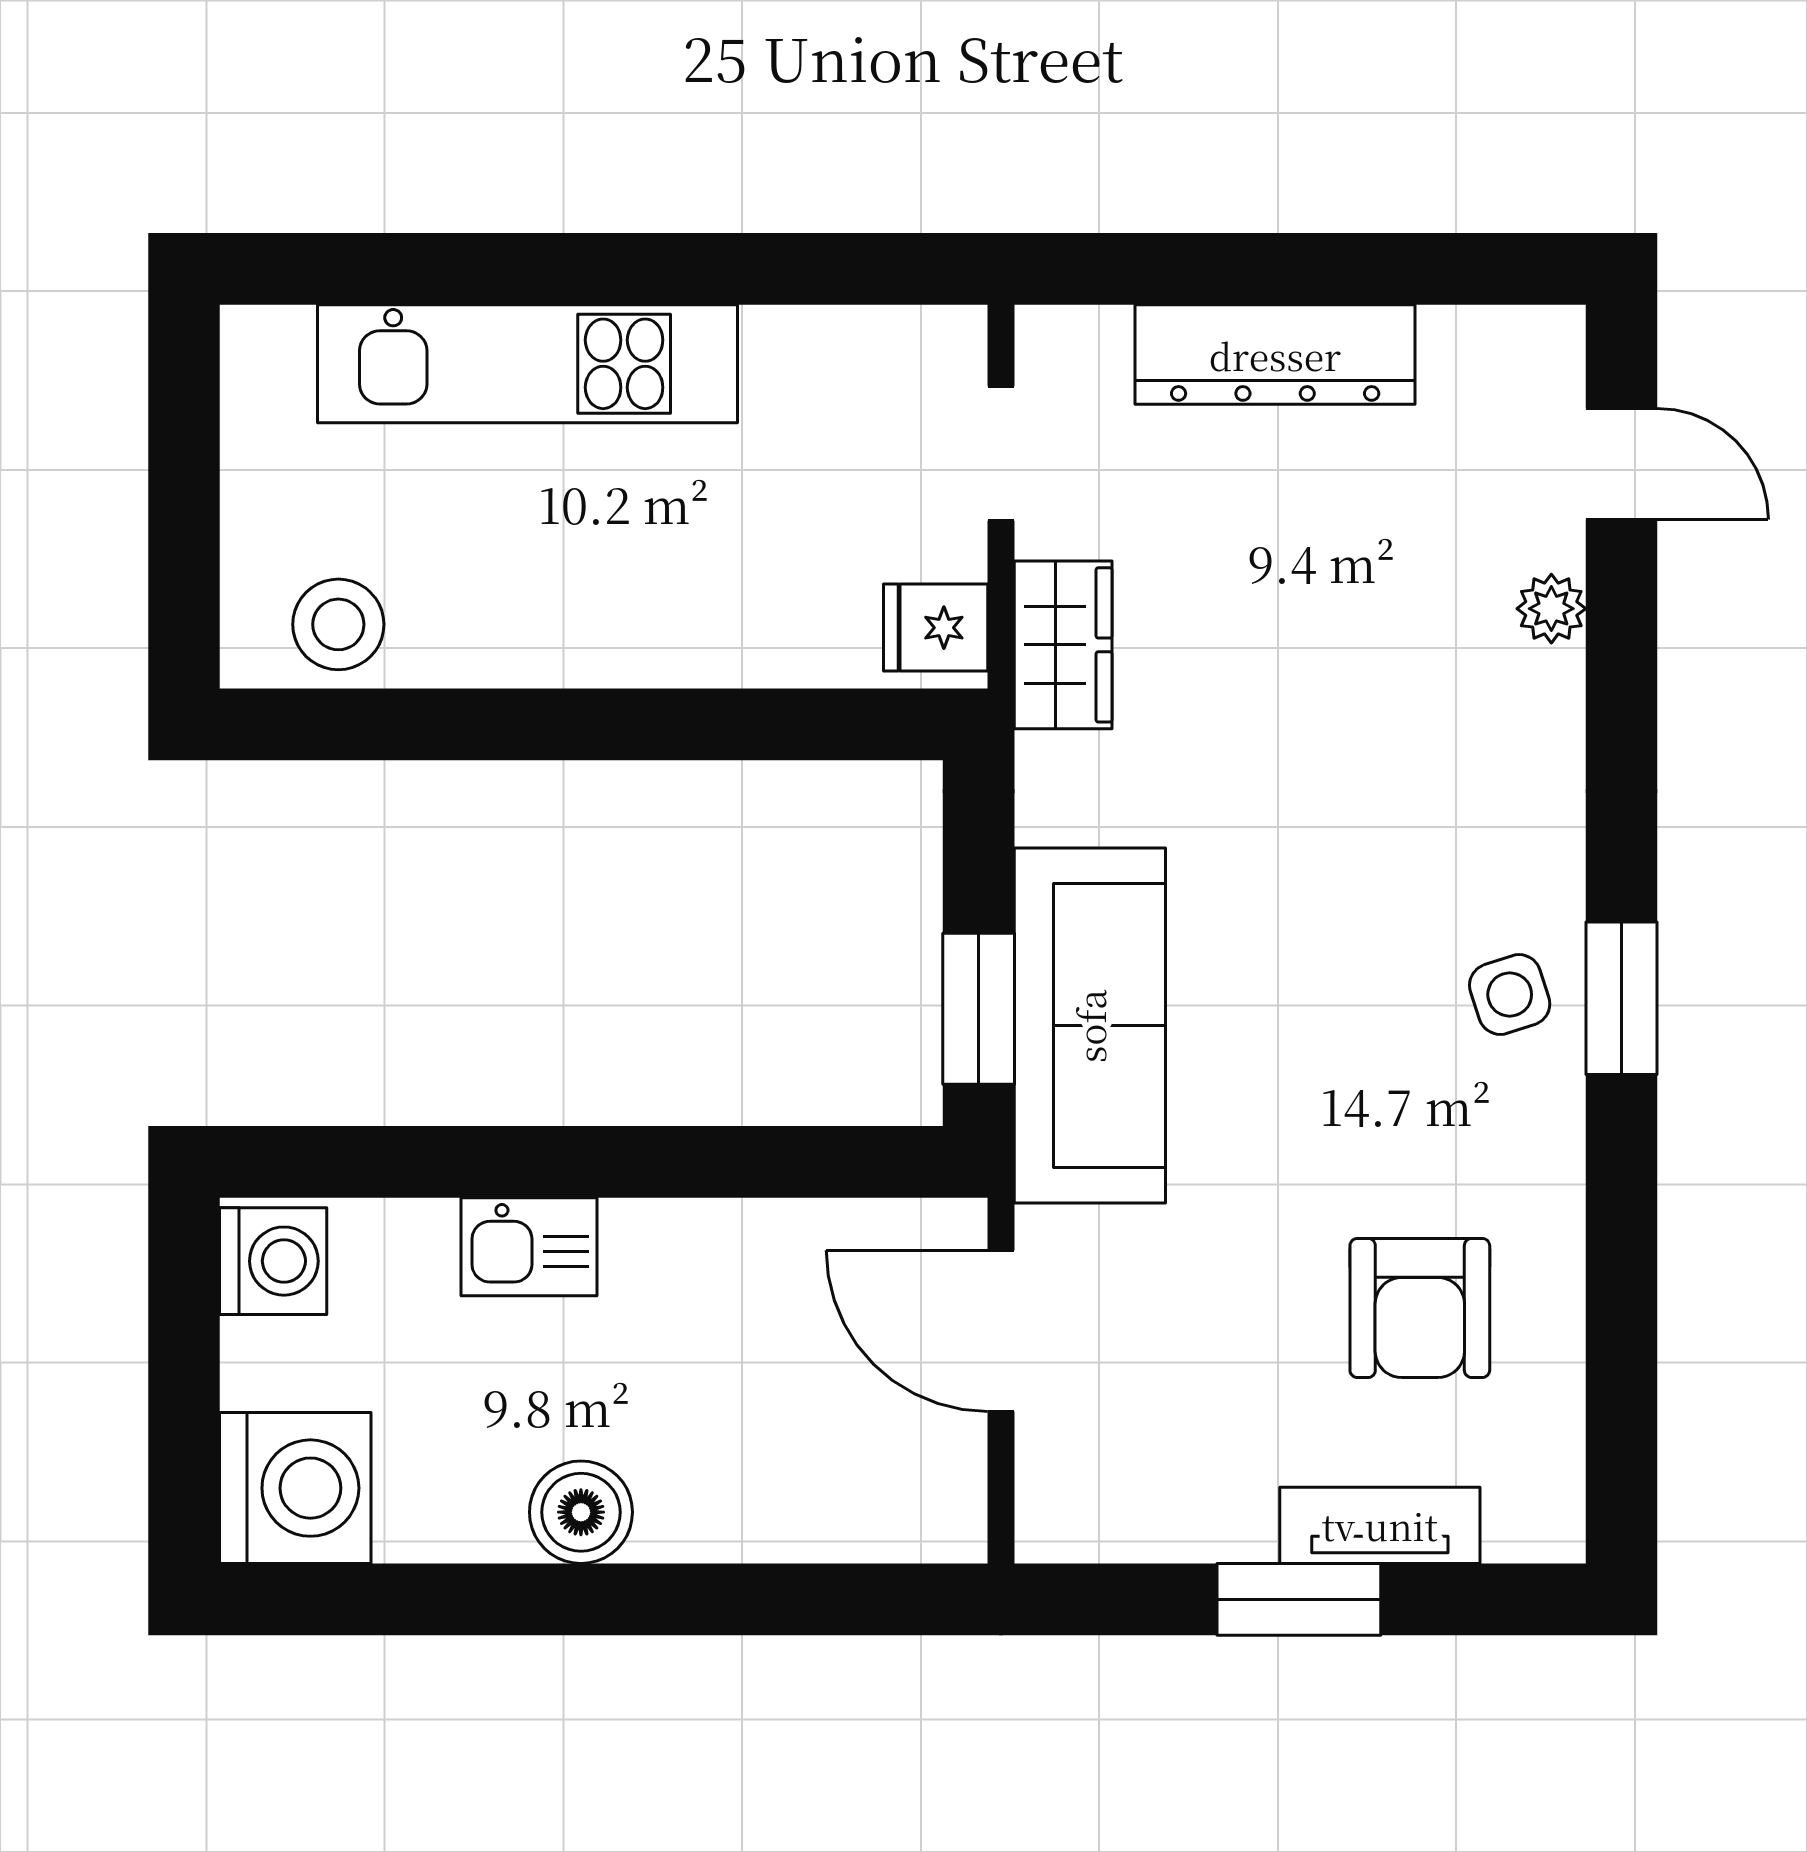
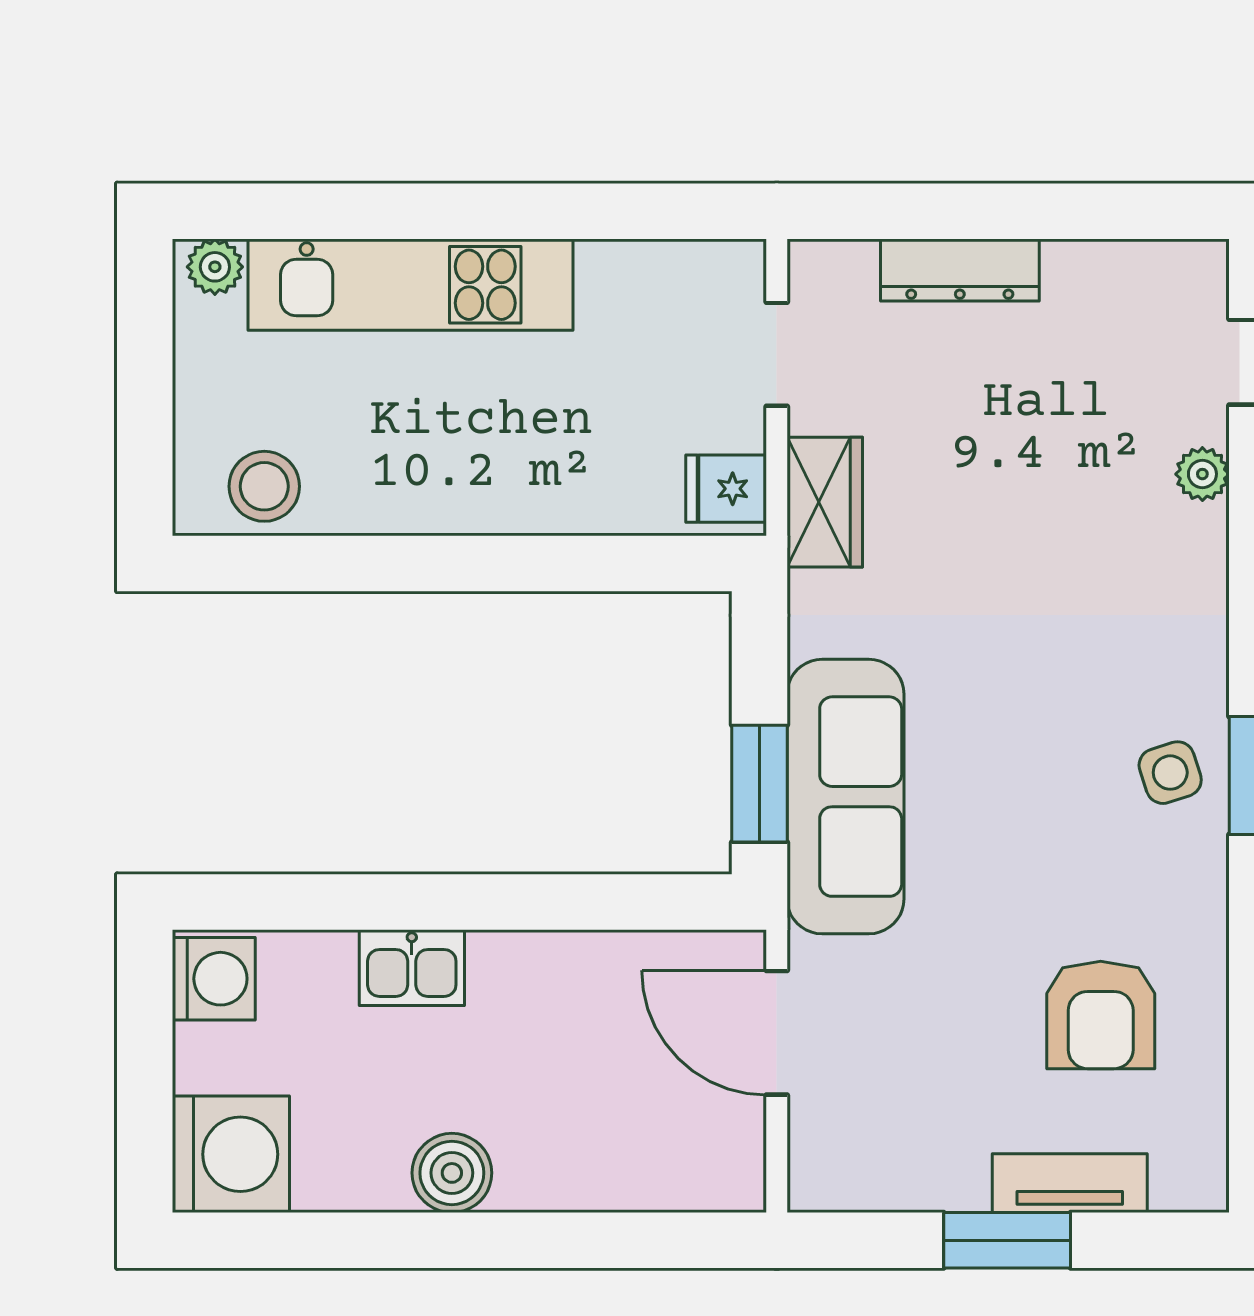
plant: (275, 341) -> (215, 267), added
dresser: (1275, 355) -> (960, 270), width x0.73, depth x0.80

